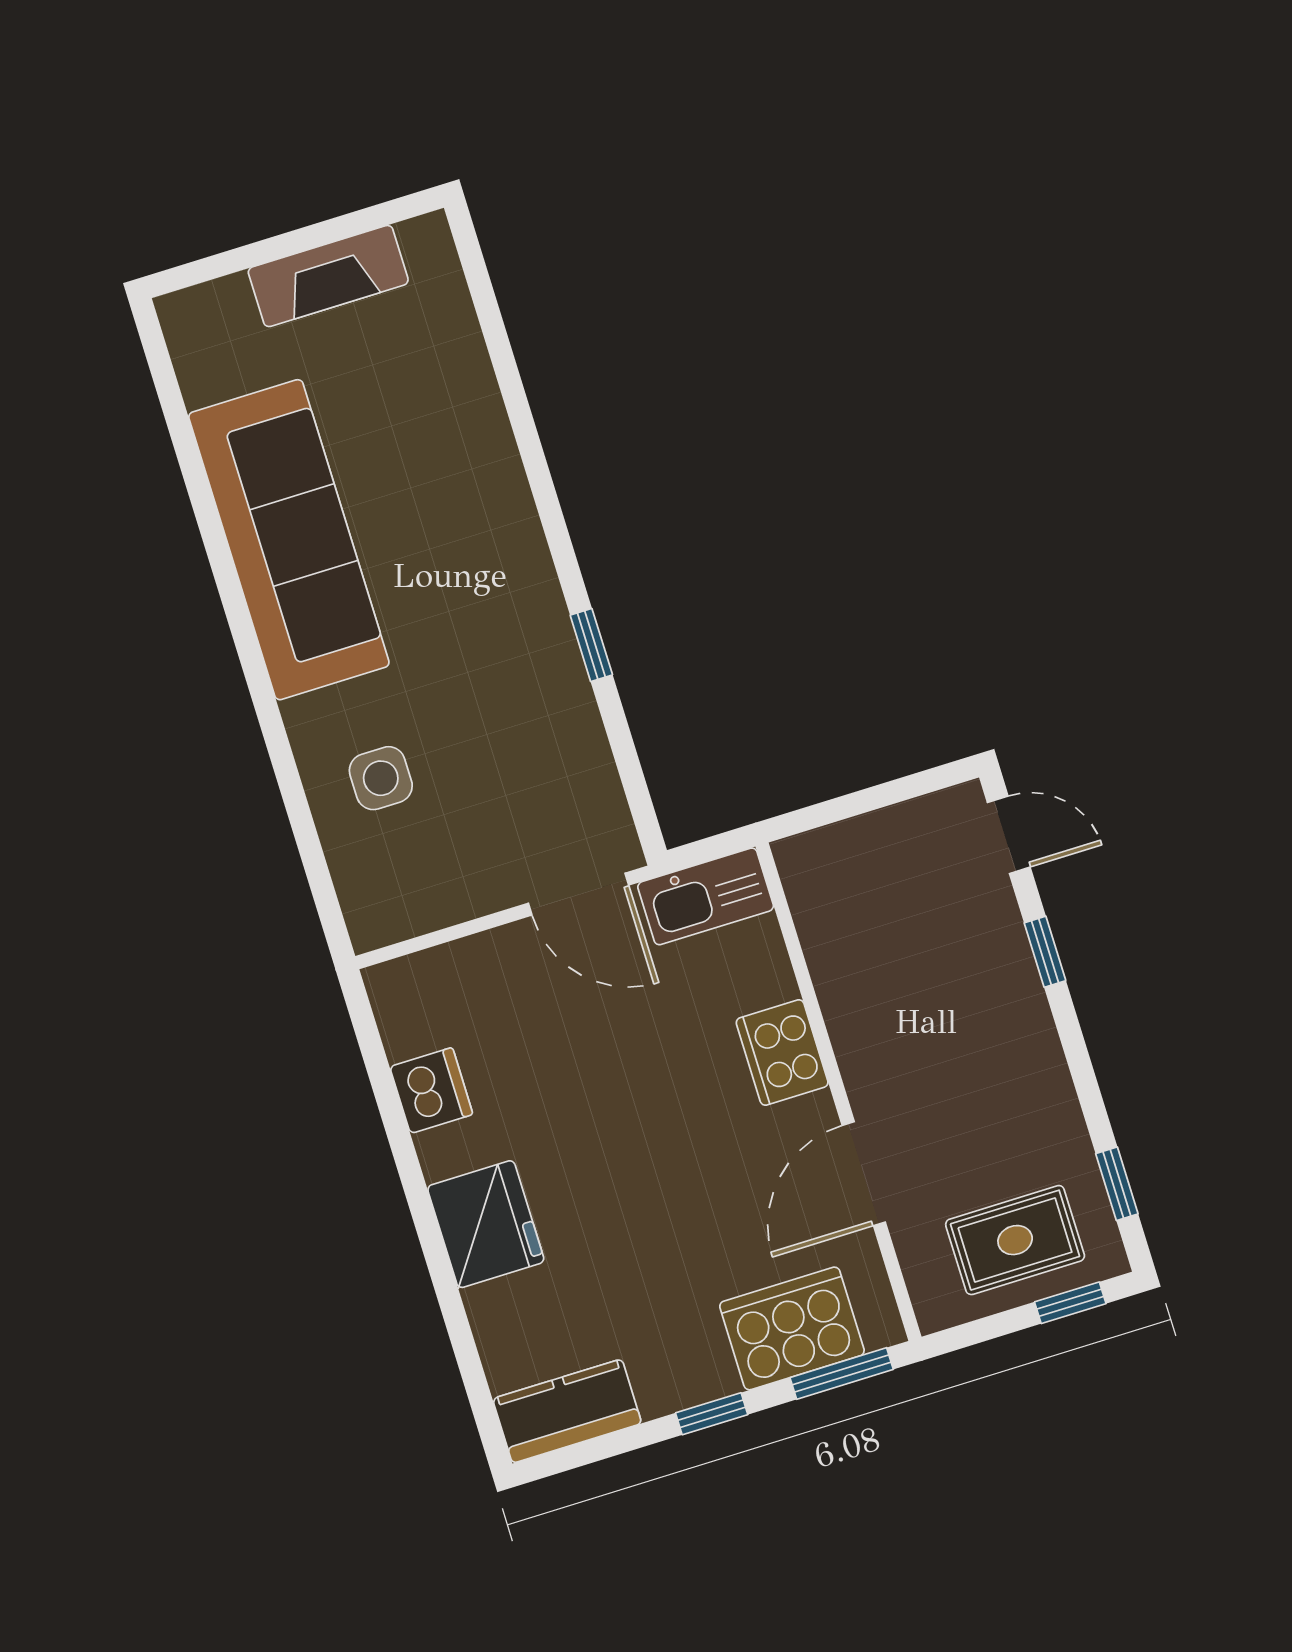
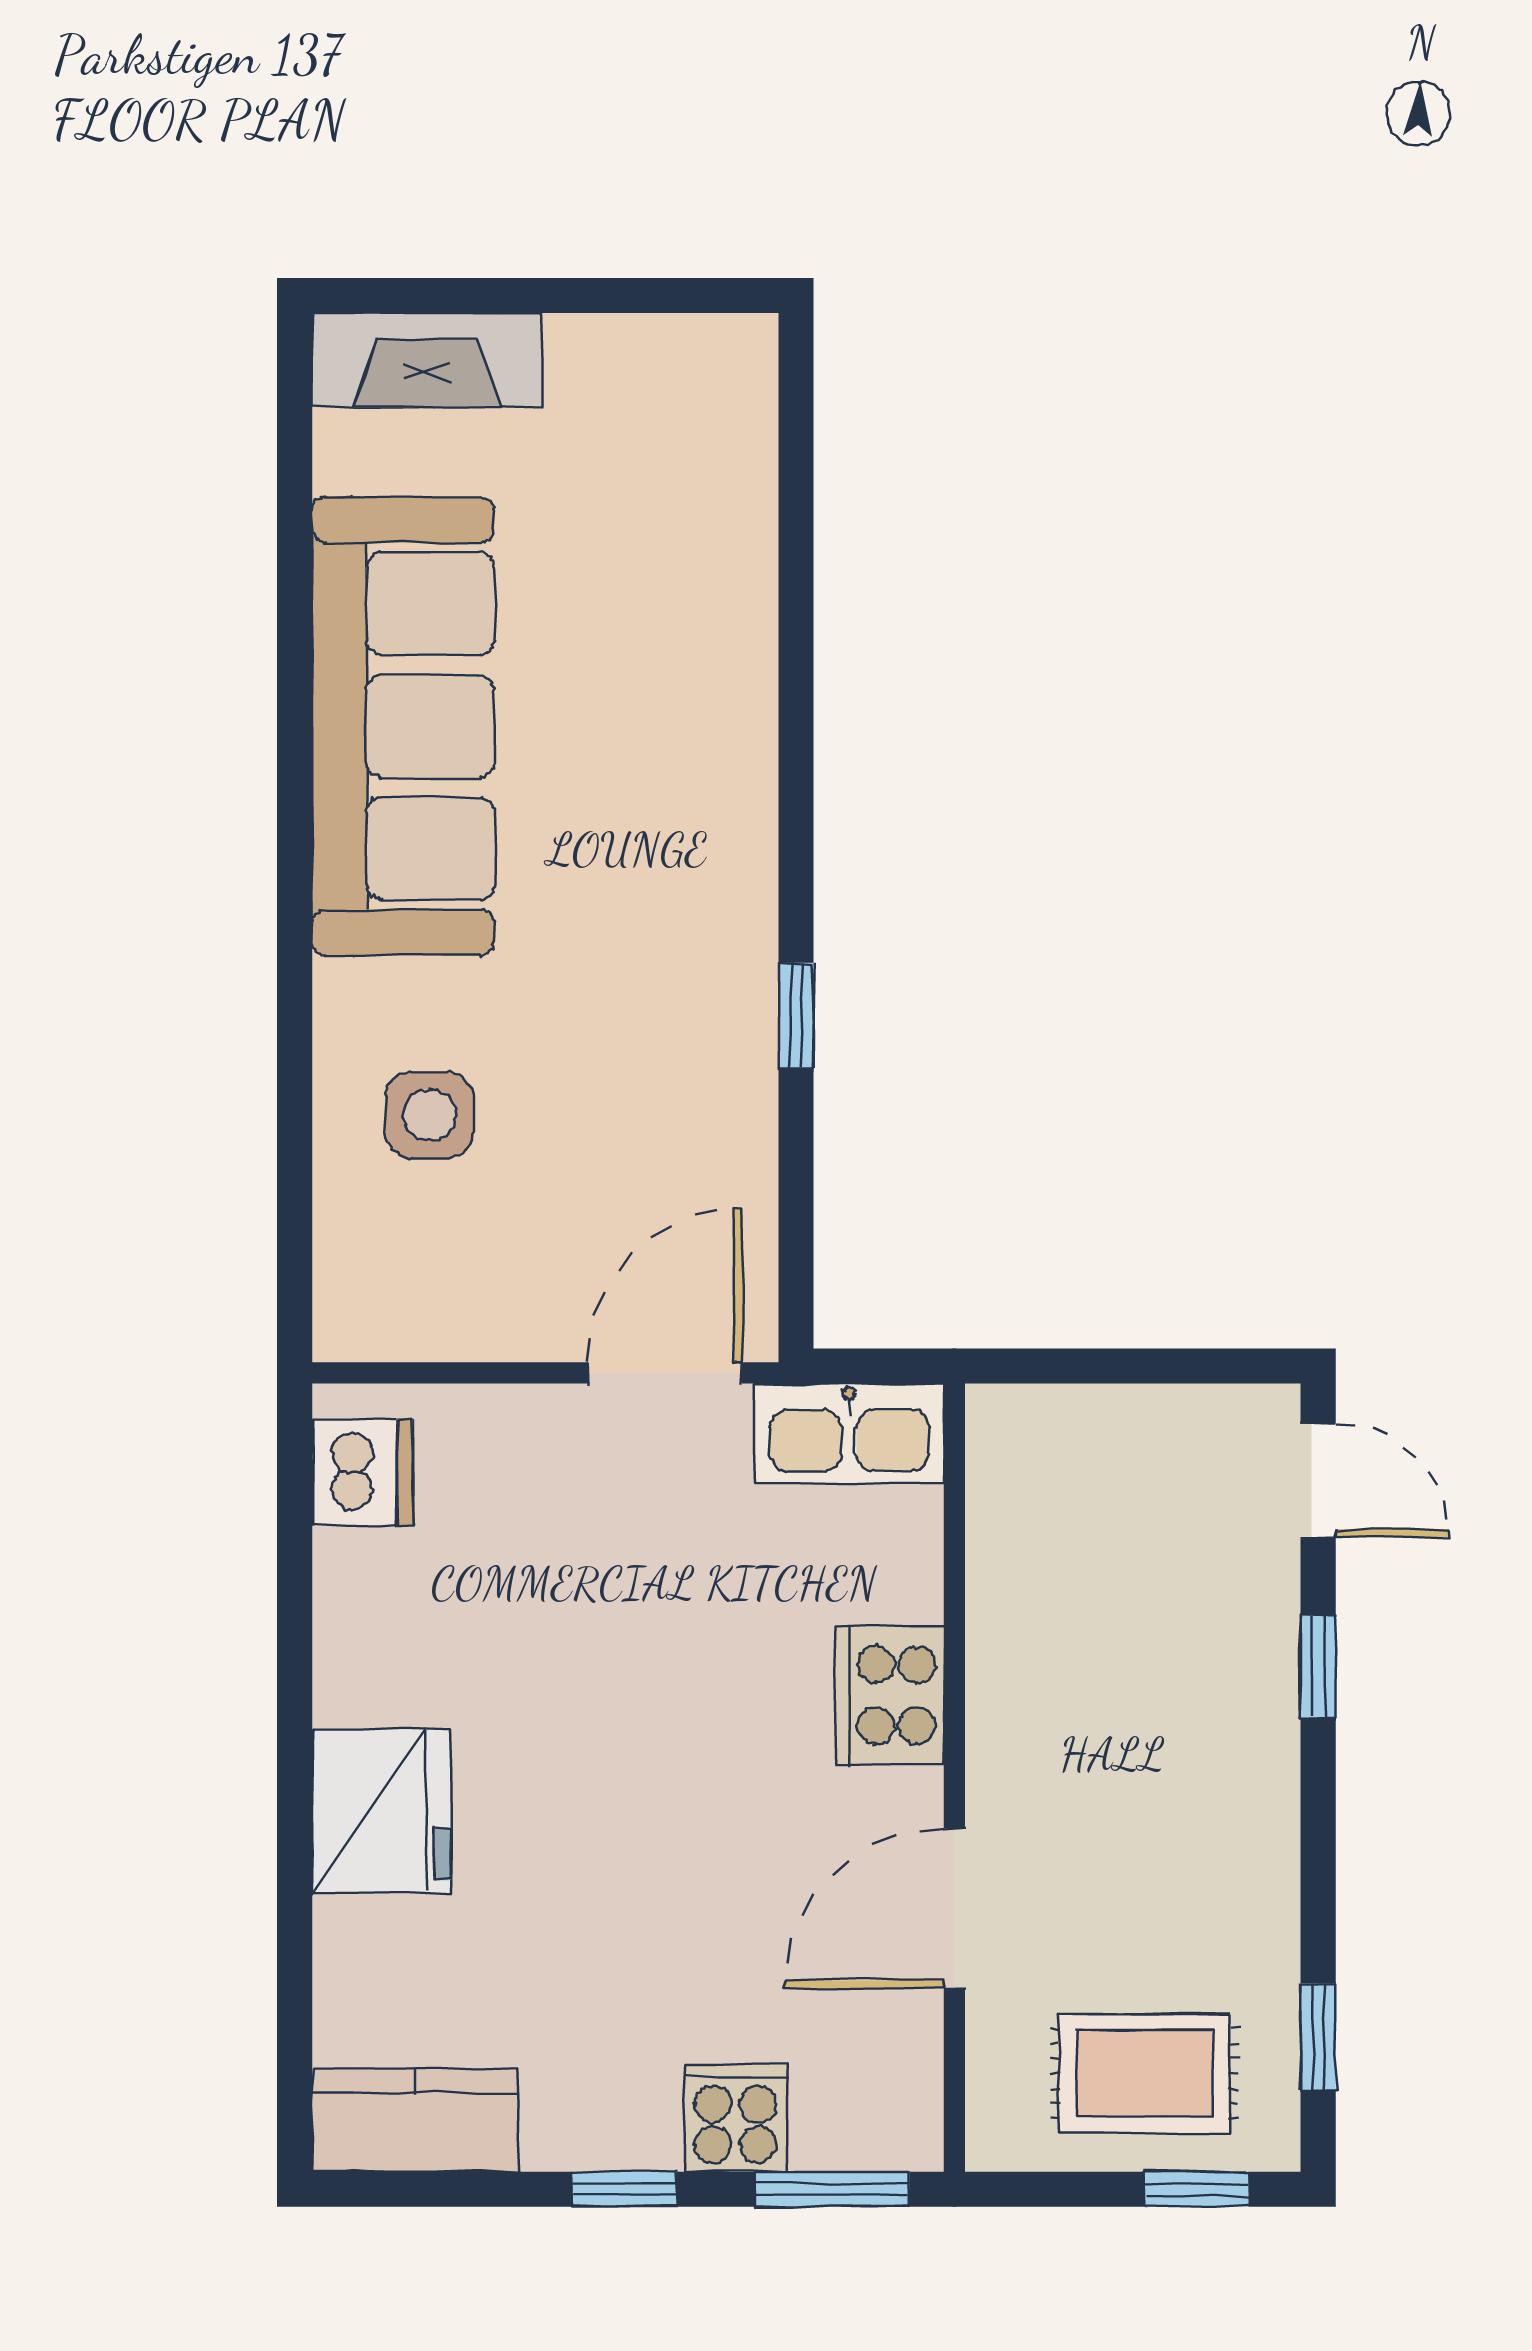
fireplace: (328, 276) -> (427, 360), moved
door: (579, 894) -> (665, 1373), swing flipped
dishwasher: (431, 1090) -> (362, 1472), moved
cooker: (792, 1328) -> (735, 2118), width x0.53, depth x0.76

